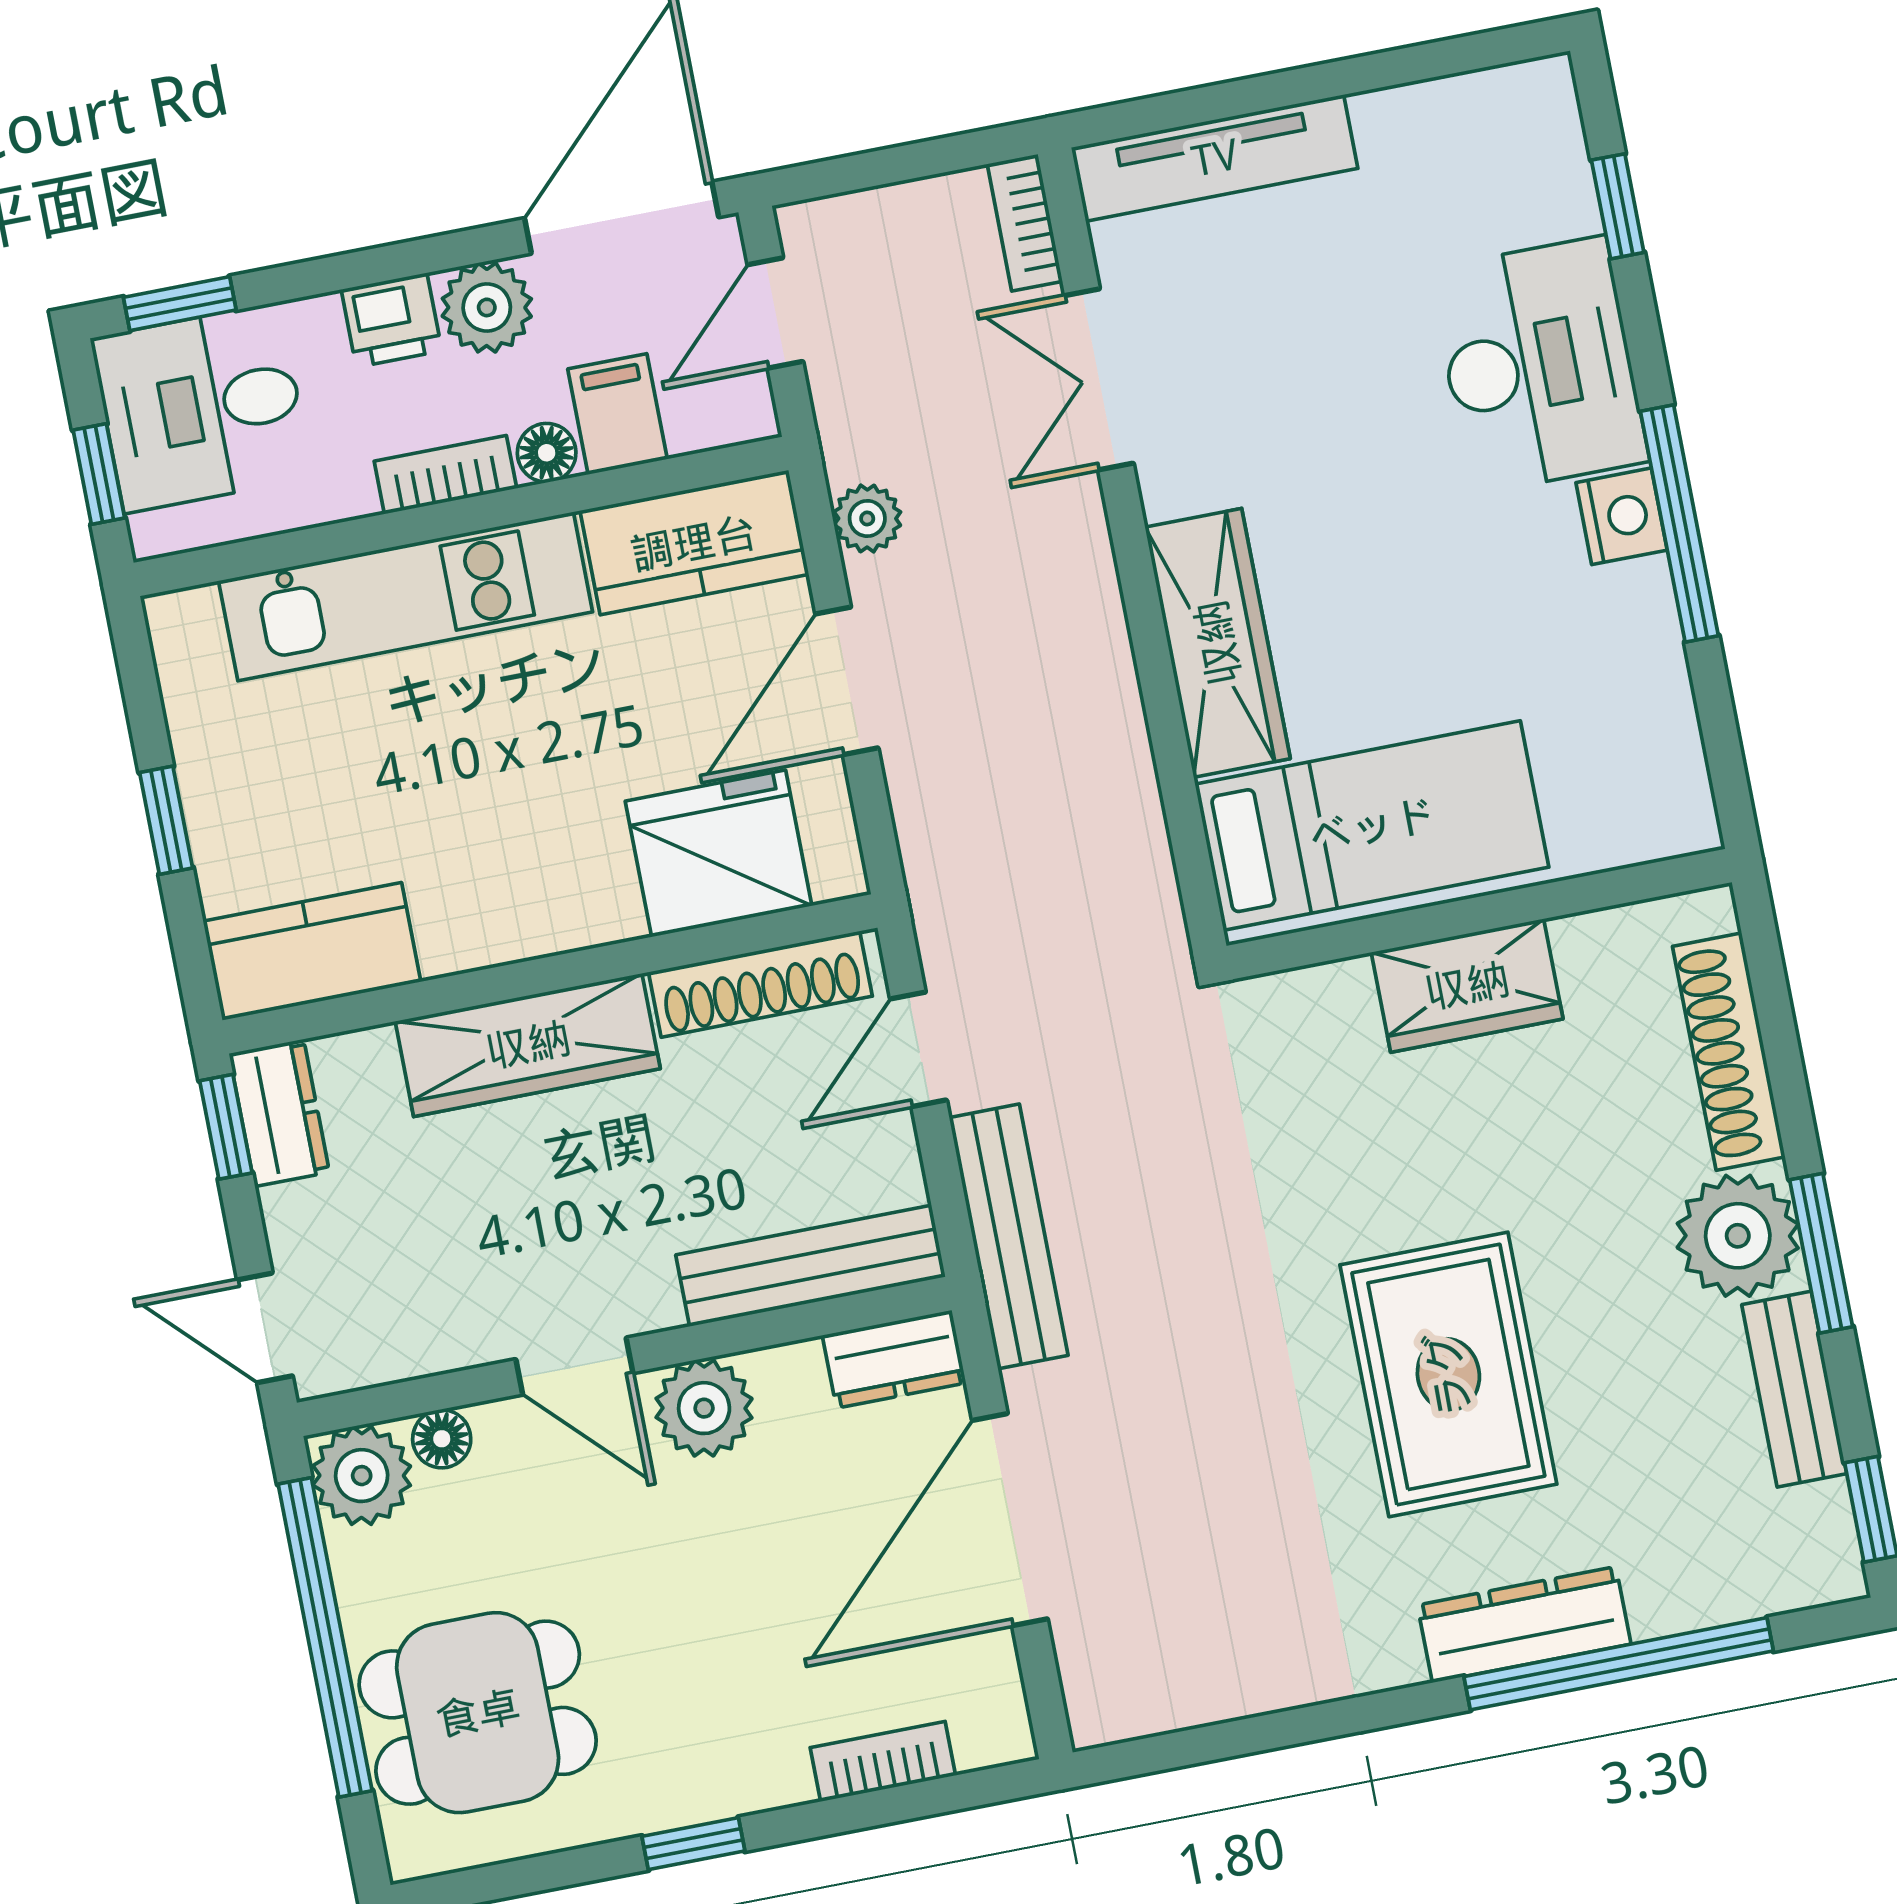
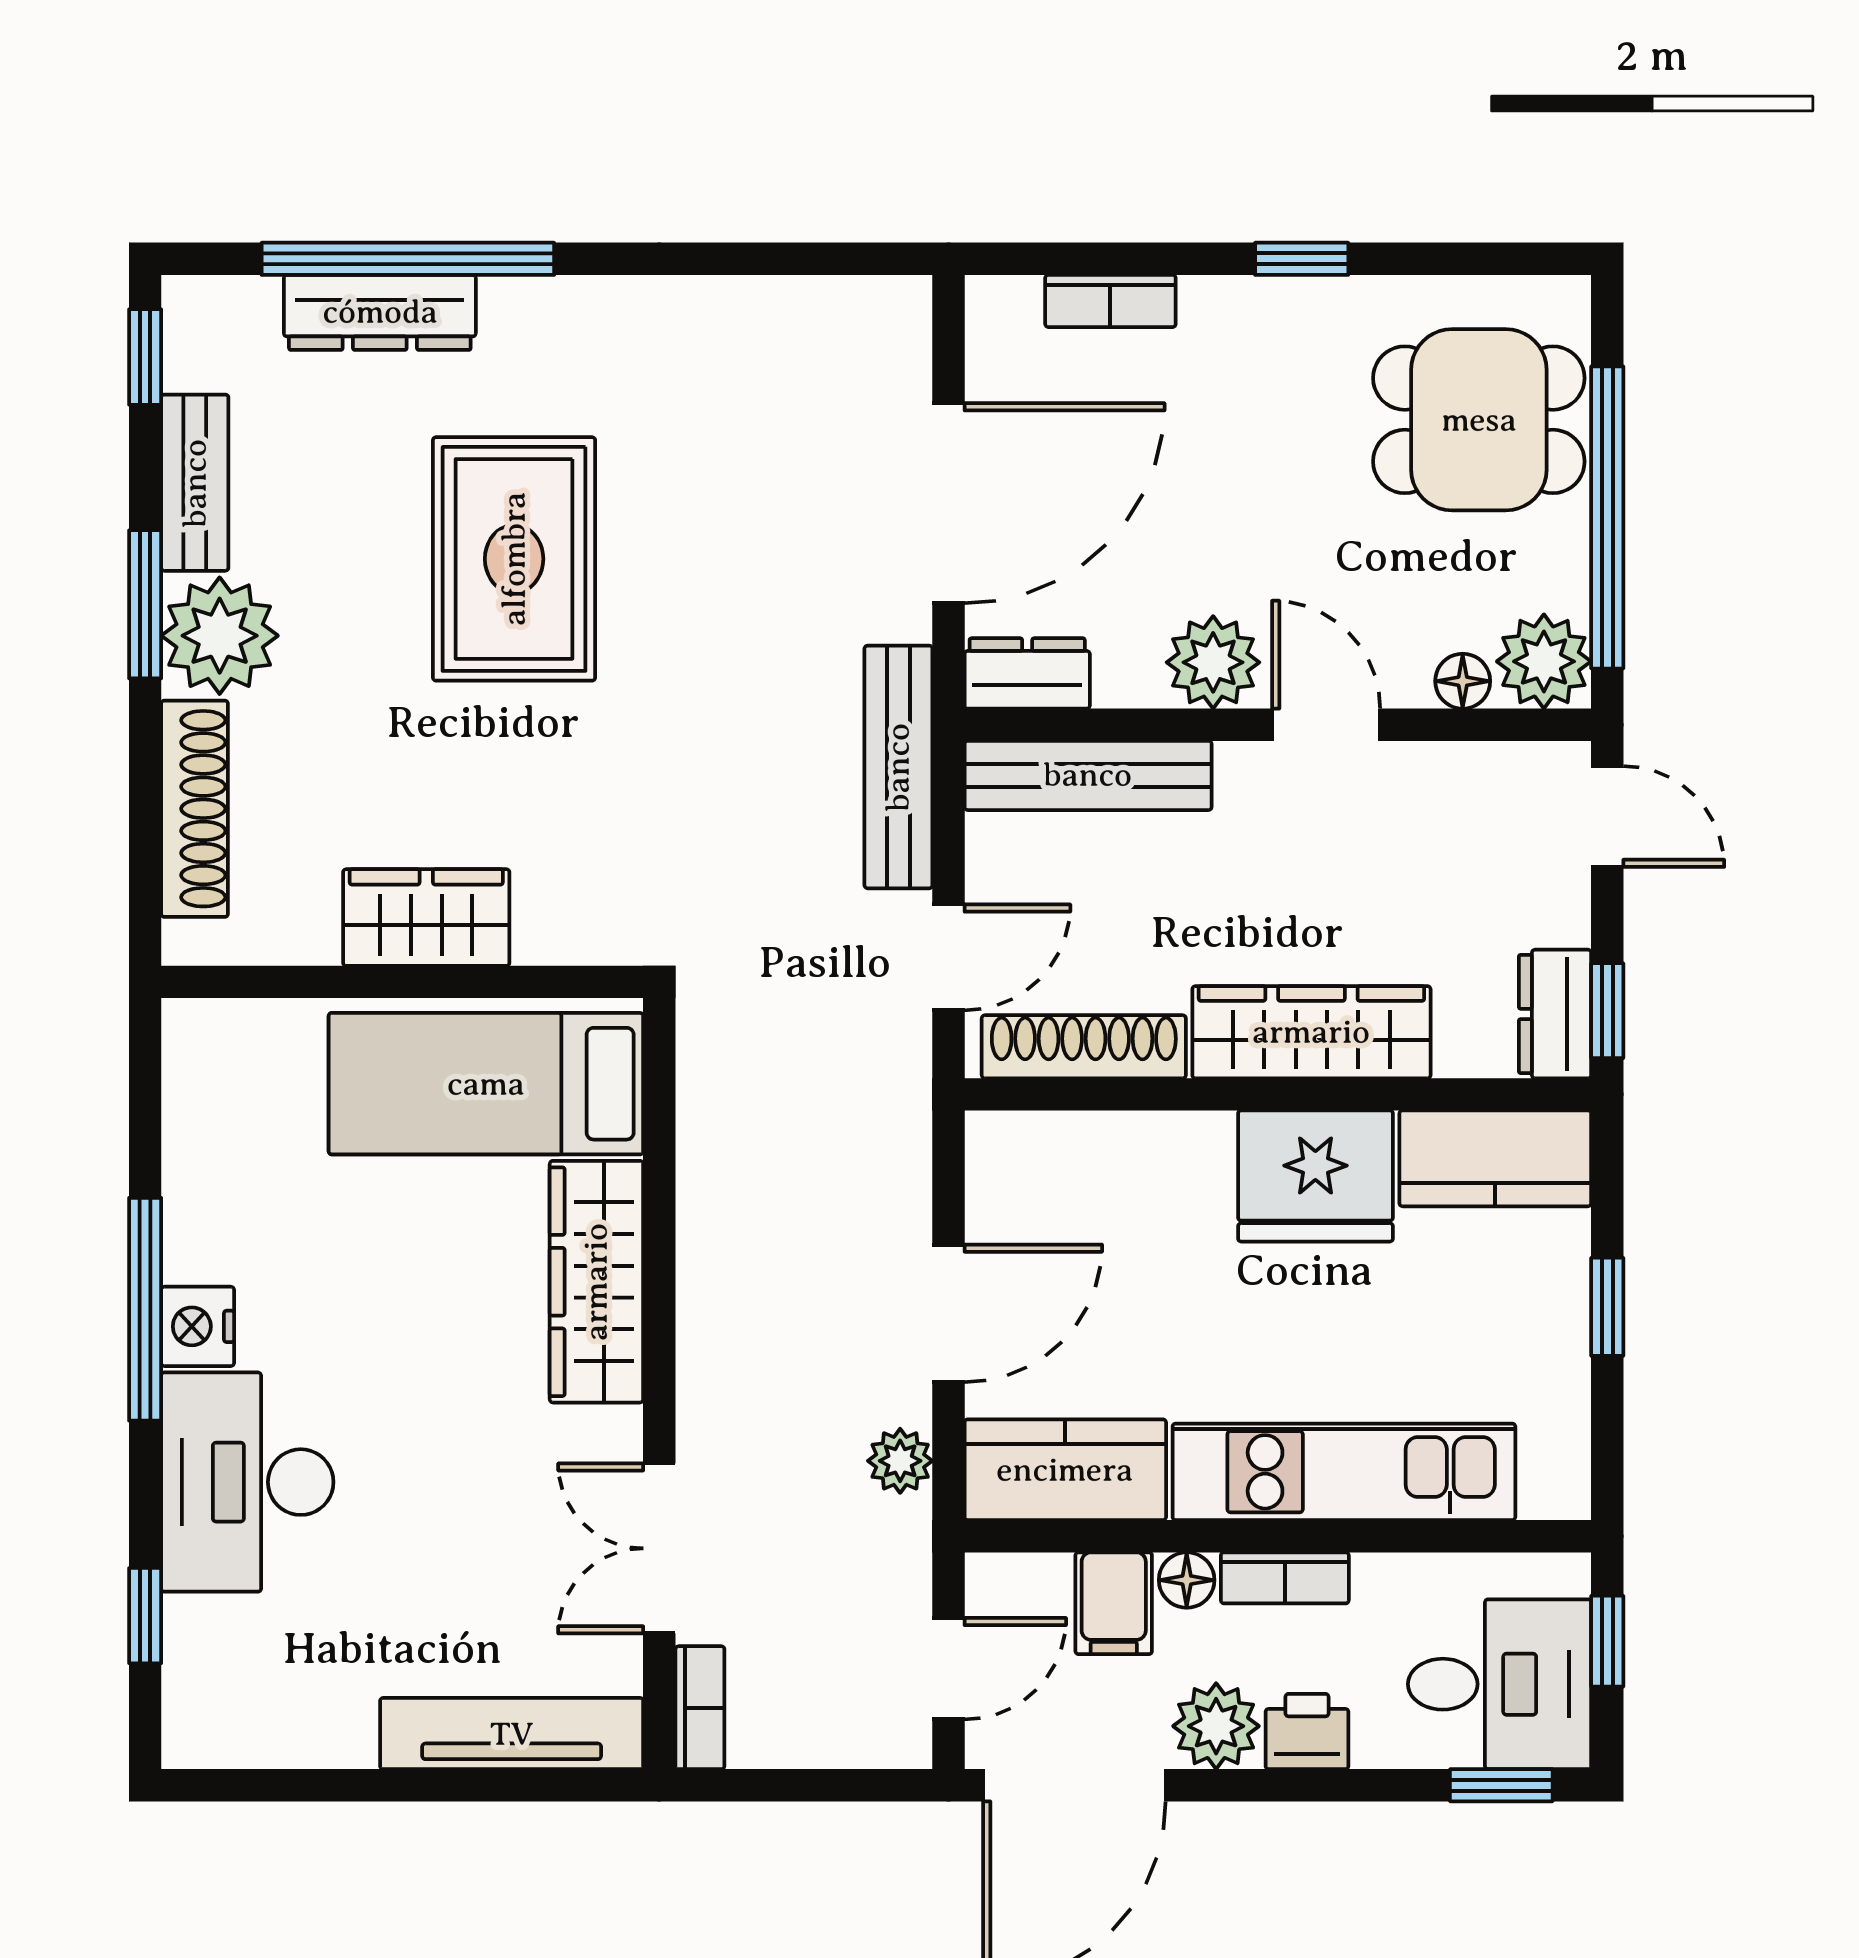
double door: (1099, 379) -> (659, 1548), swing flipped
fridge: (719, 853) -> (1315, 1176), moved
dresser: (1524, 1625) -> (380, 312), moved

